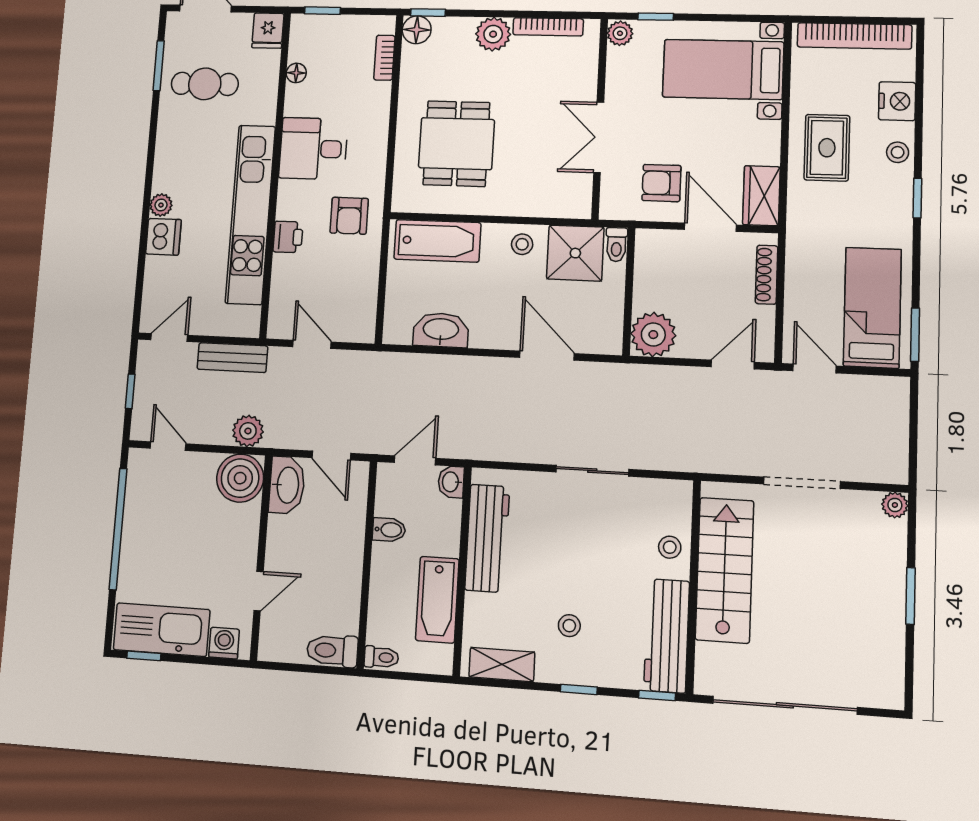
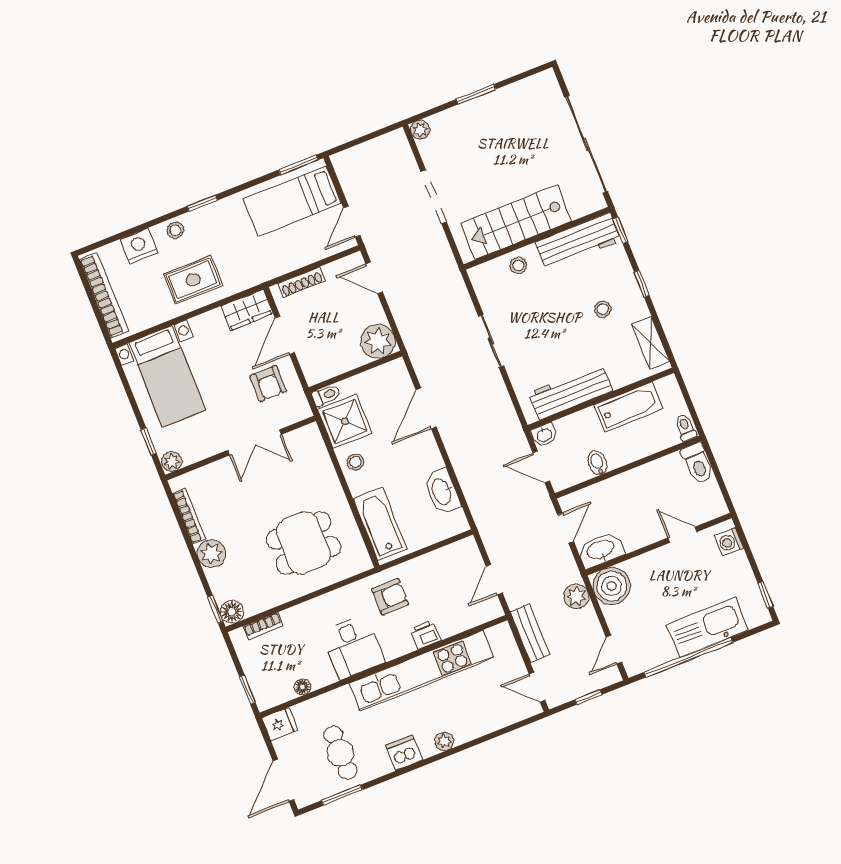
dishwasher: (163, 237) -> (404, 753), moved
kitchen sink: (162, 630) -> (707, 627), moved, turned 90

